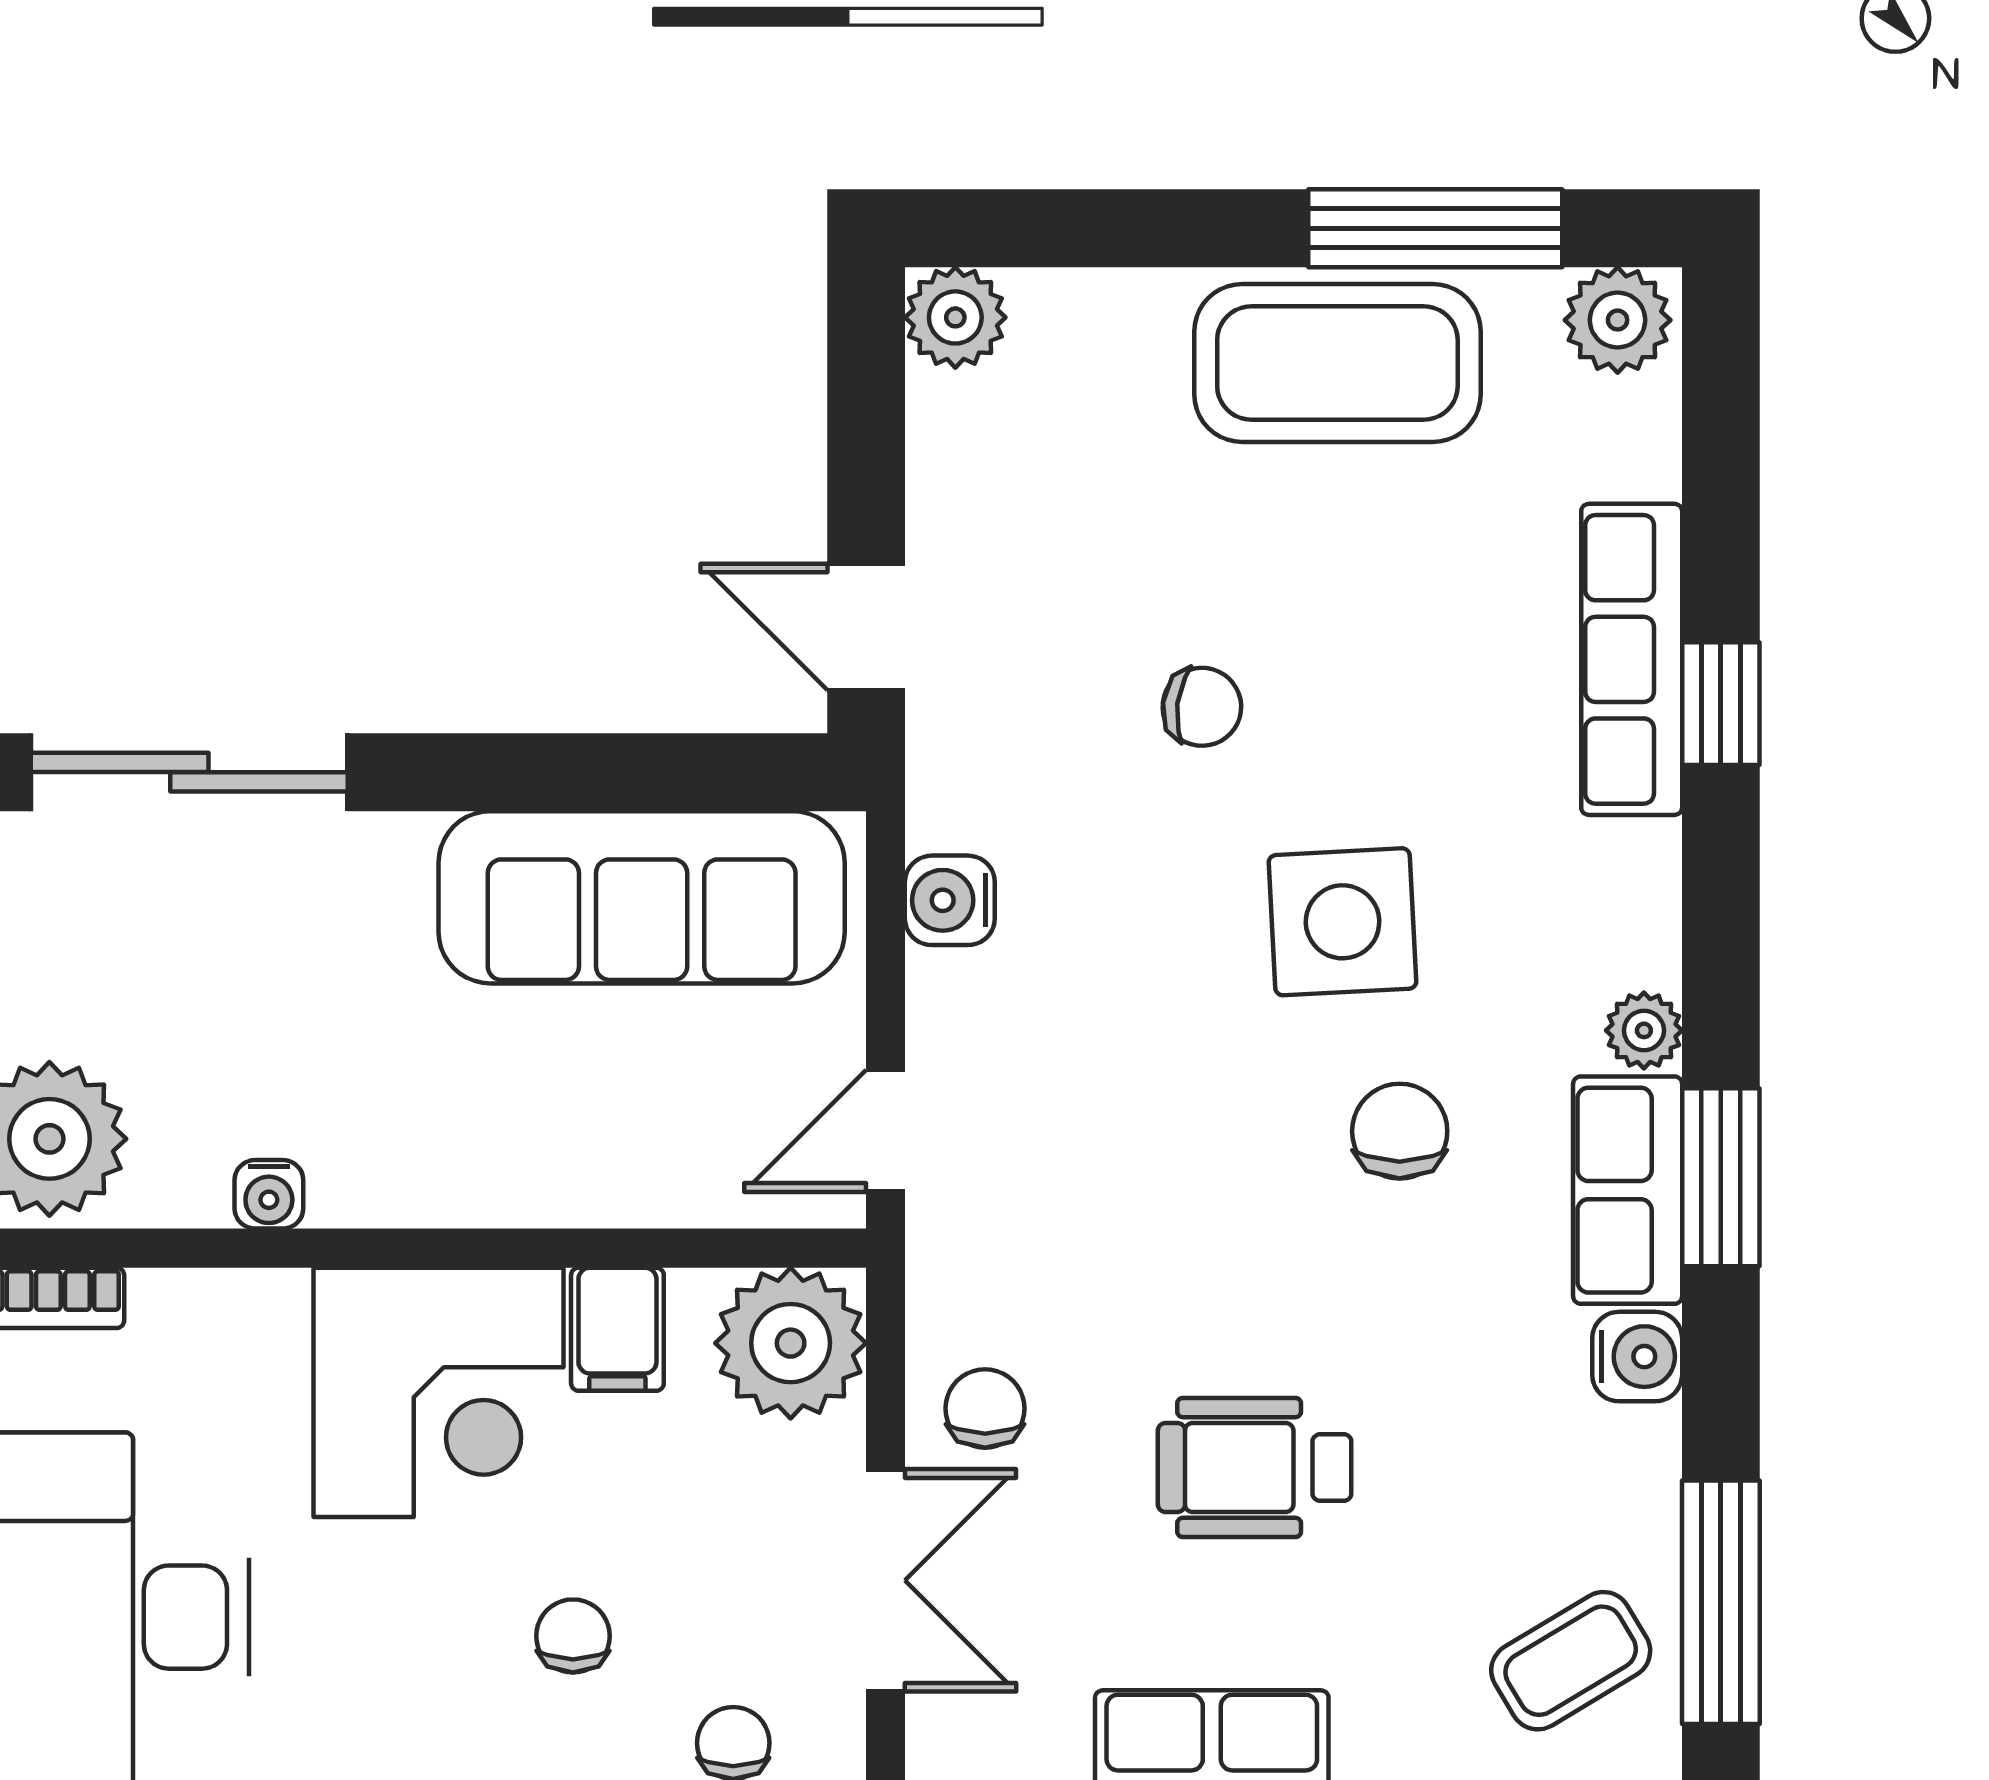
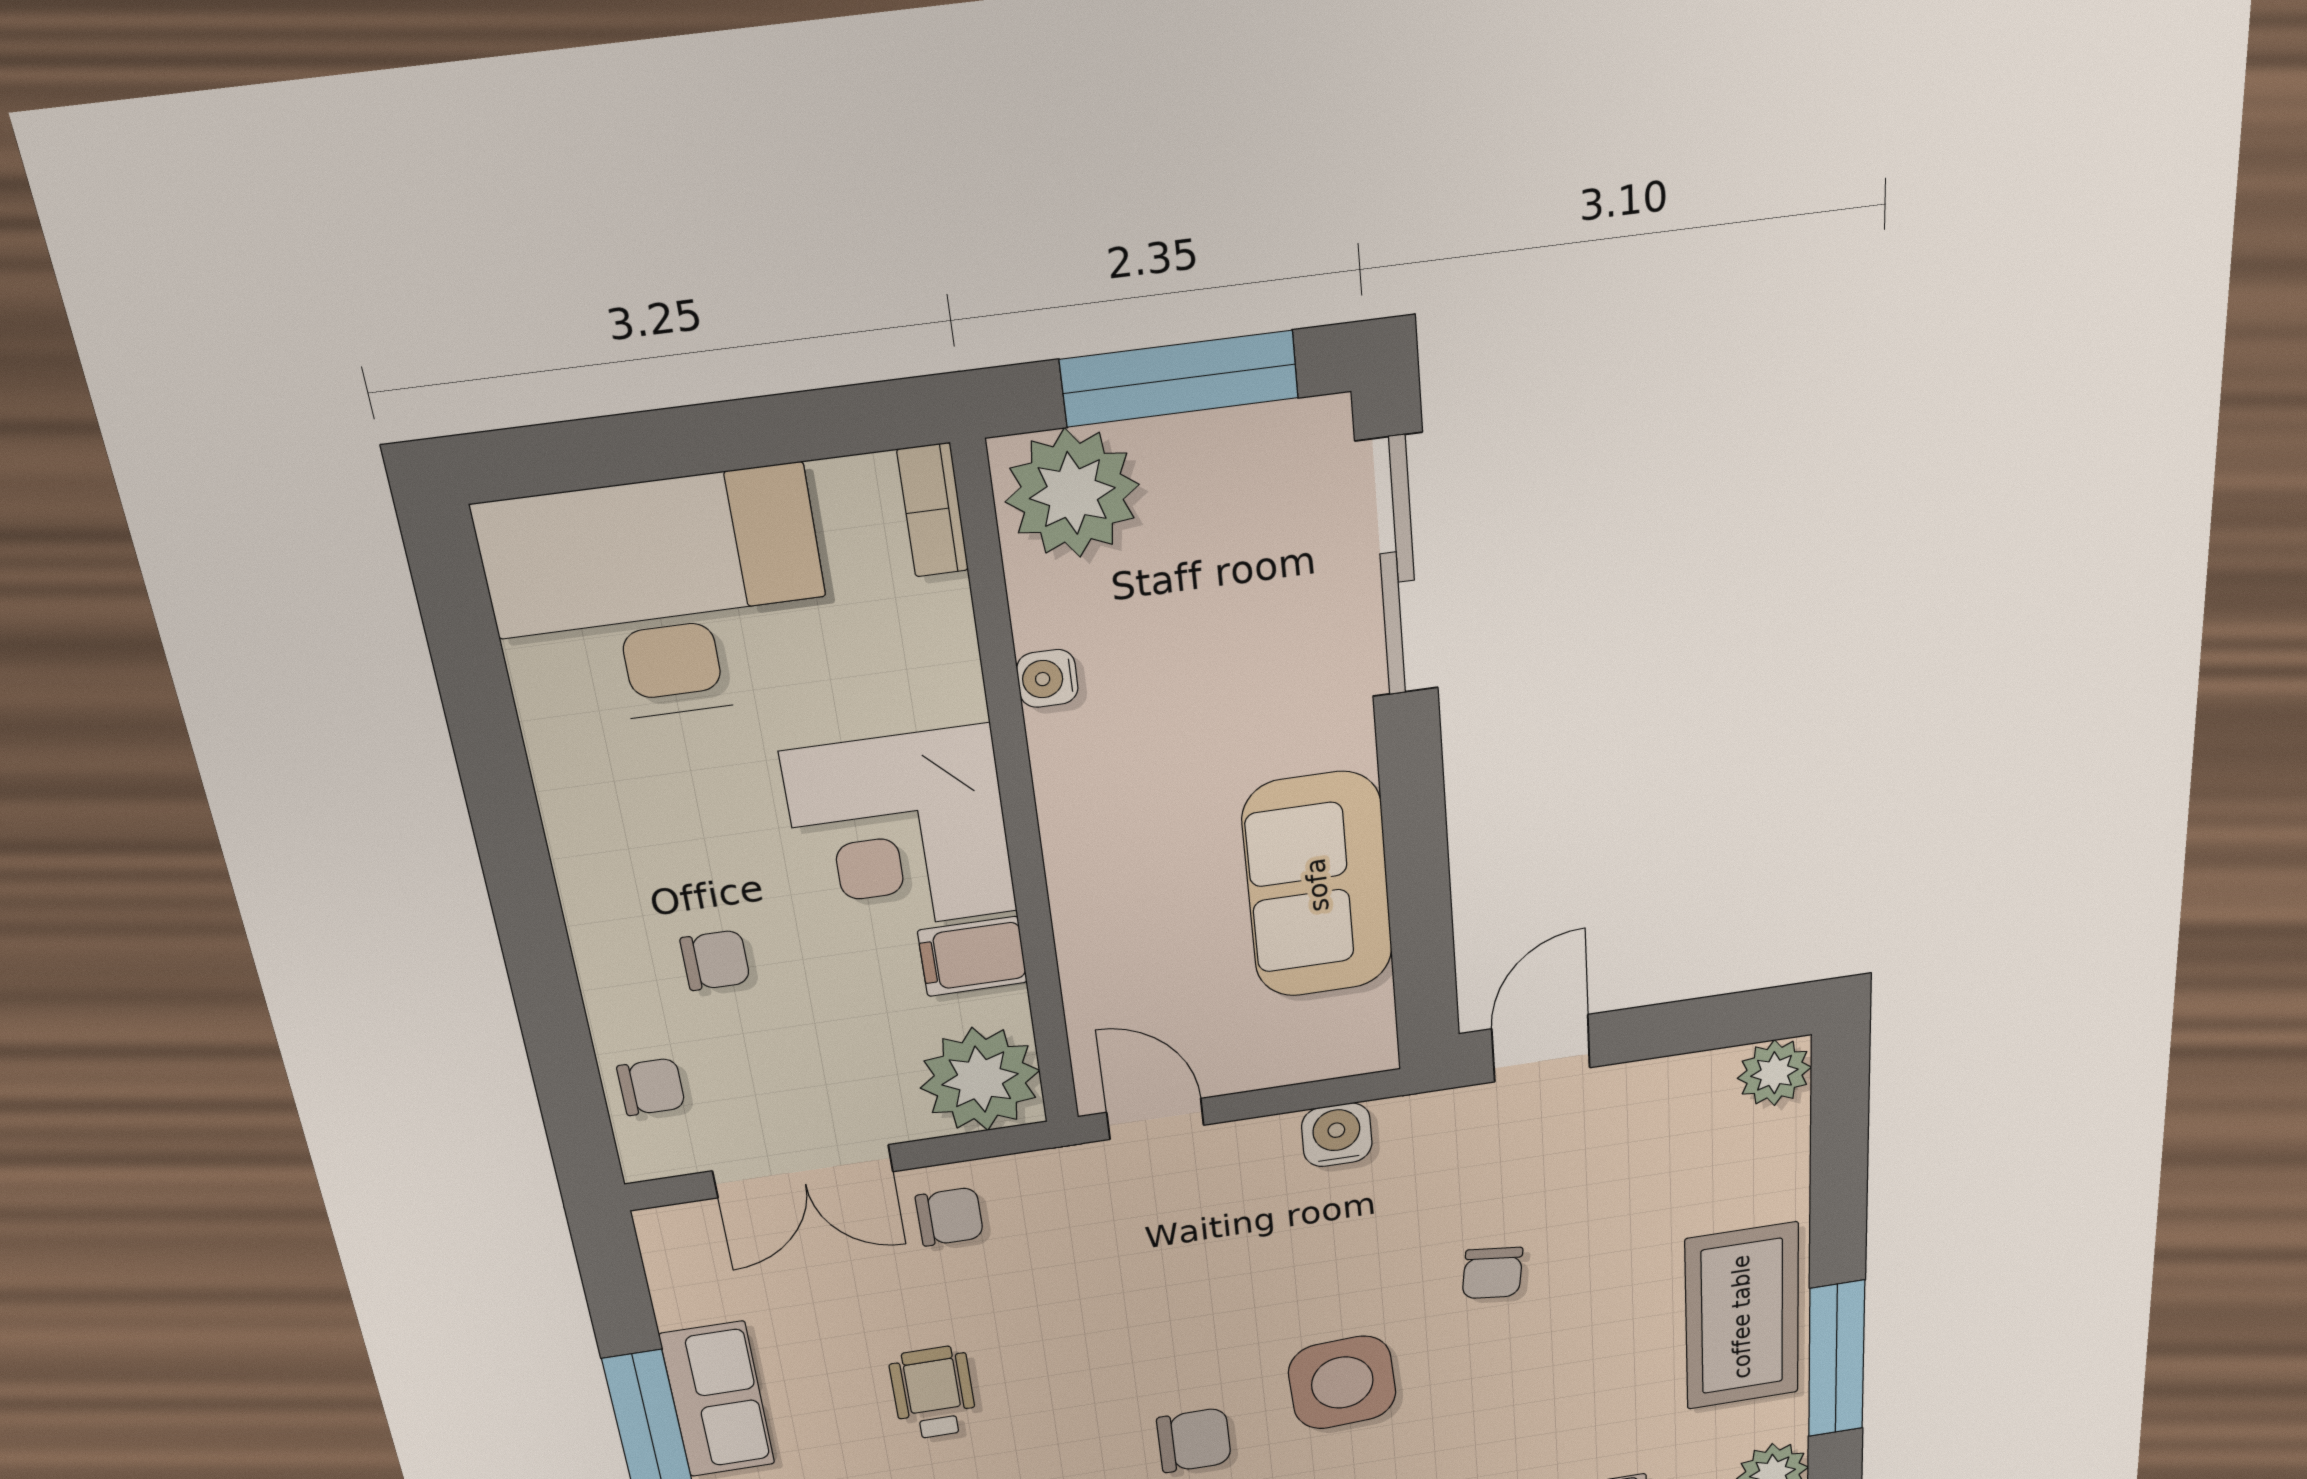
sofa: (642, 897) -> (1318, 885), width x0.73
wheelchair: (1255, 1468) -> (933, 1393), width x0.73, depth x0.73

